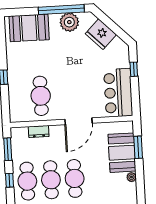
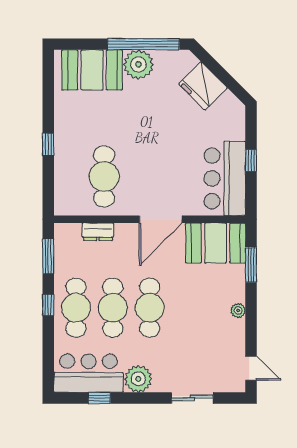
plant: (69, 22) -> (138, 64), moved
window: (134, 69) -> (251, 160), moved
booth: (122, 153) -> (216, 243), moved, turned 90

